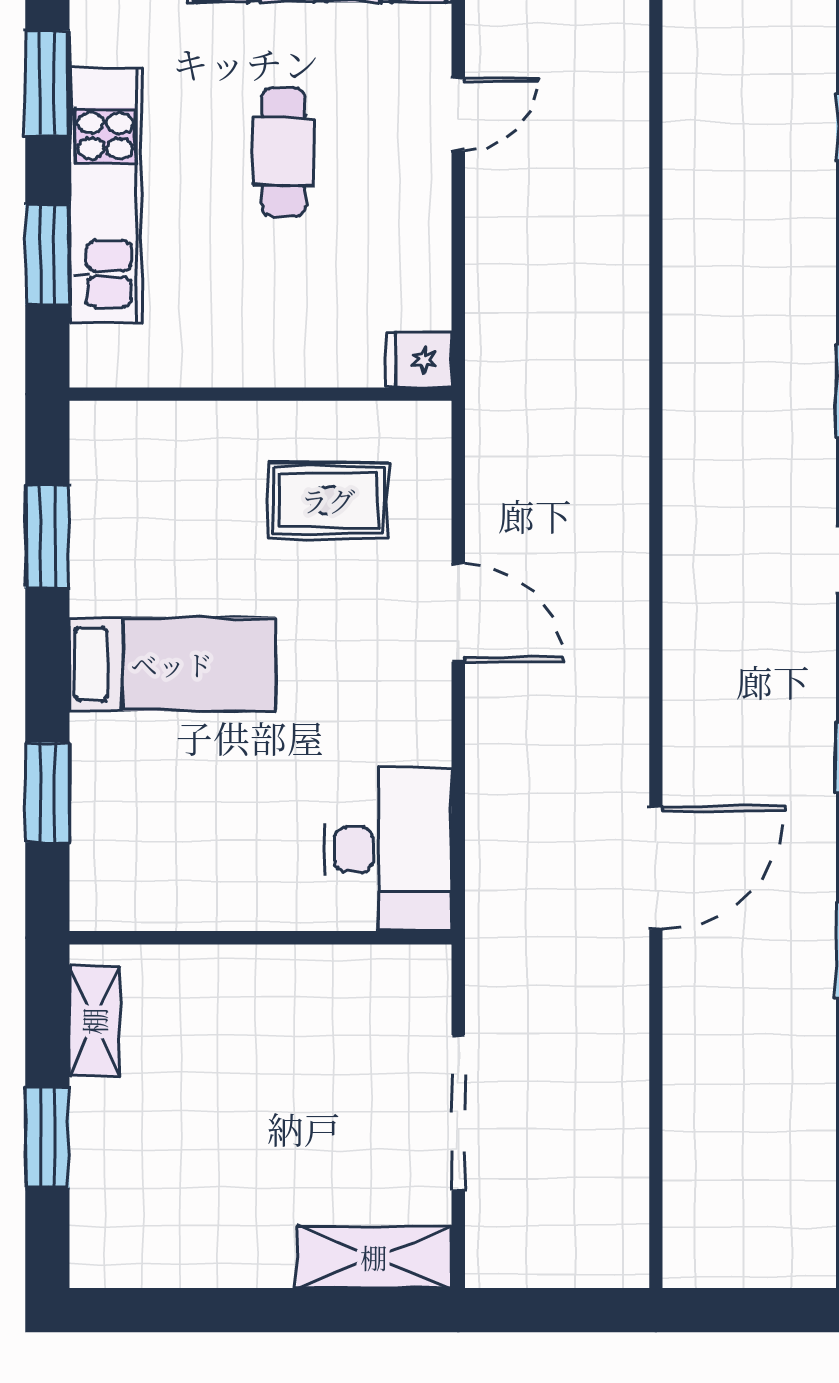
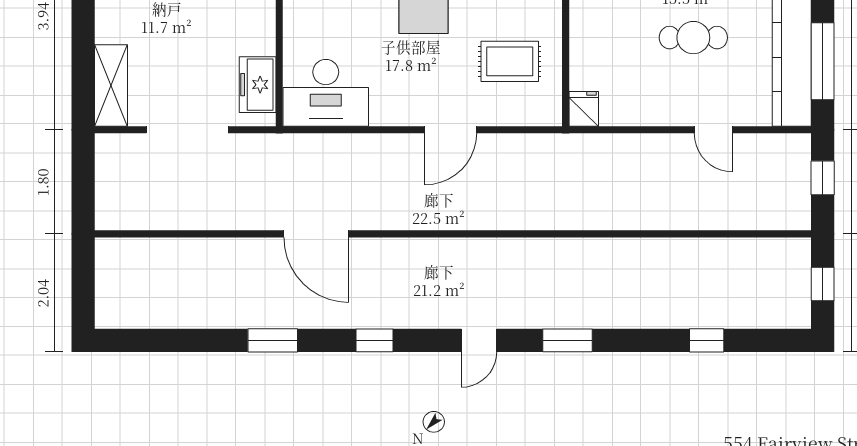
rug: (328, 500) -> (510, 61), turned 90
freezer: (372, 979) -> (258, 85), added

